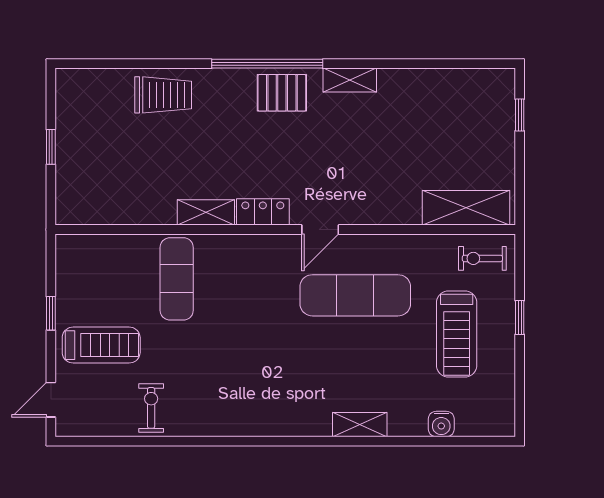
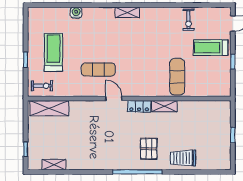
shelving: (350, 80) -> (54, 165), moved
pallet: (282, 93) -> (149, 149), moved, turned 90
door: (320, 230) -> (114, 99), hinge flipped
exercise mat: (355, 295) -> (98, 70), width x0.73, depth x0.69
water cooler: (441, 424) -> (76, 13), moved
shelving: (360, 425) -> (127, 12), moved

